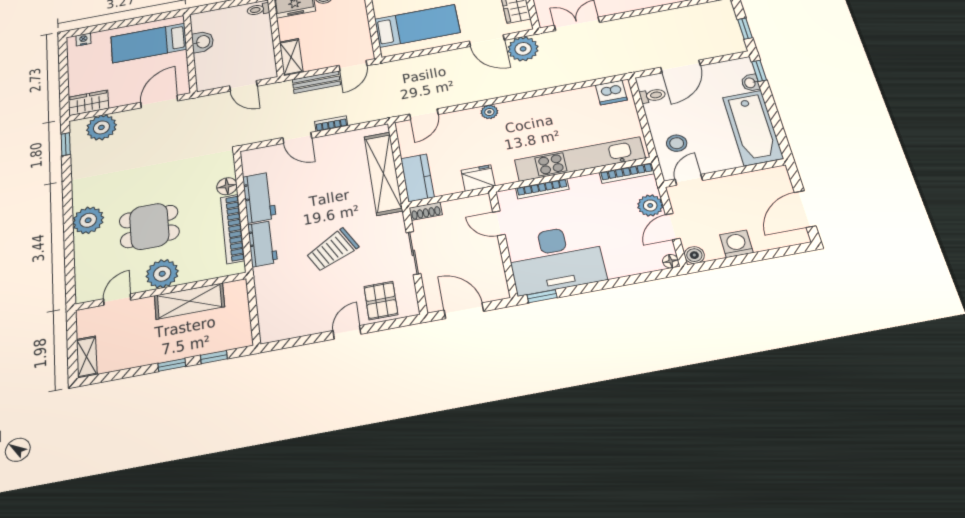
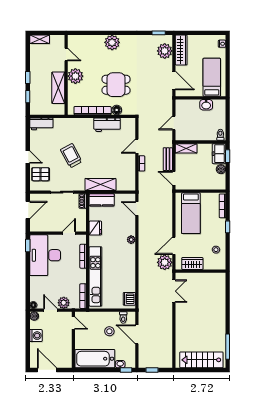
wardrobe: (88, 103) -> (181, 50), width x1.50
stool: (677, 143) -> (109, 331), moved
shelving: (383, 173) -> (100, 185), width x0.68
dining table: (149, 226) -> (116, 85), moved, turned 90
workbench: (263, 244) -> (41, 124), moved

